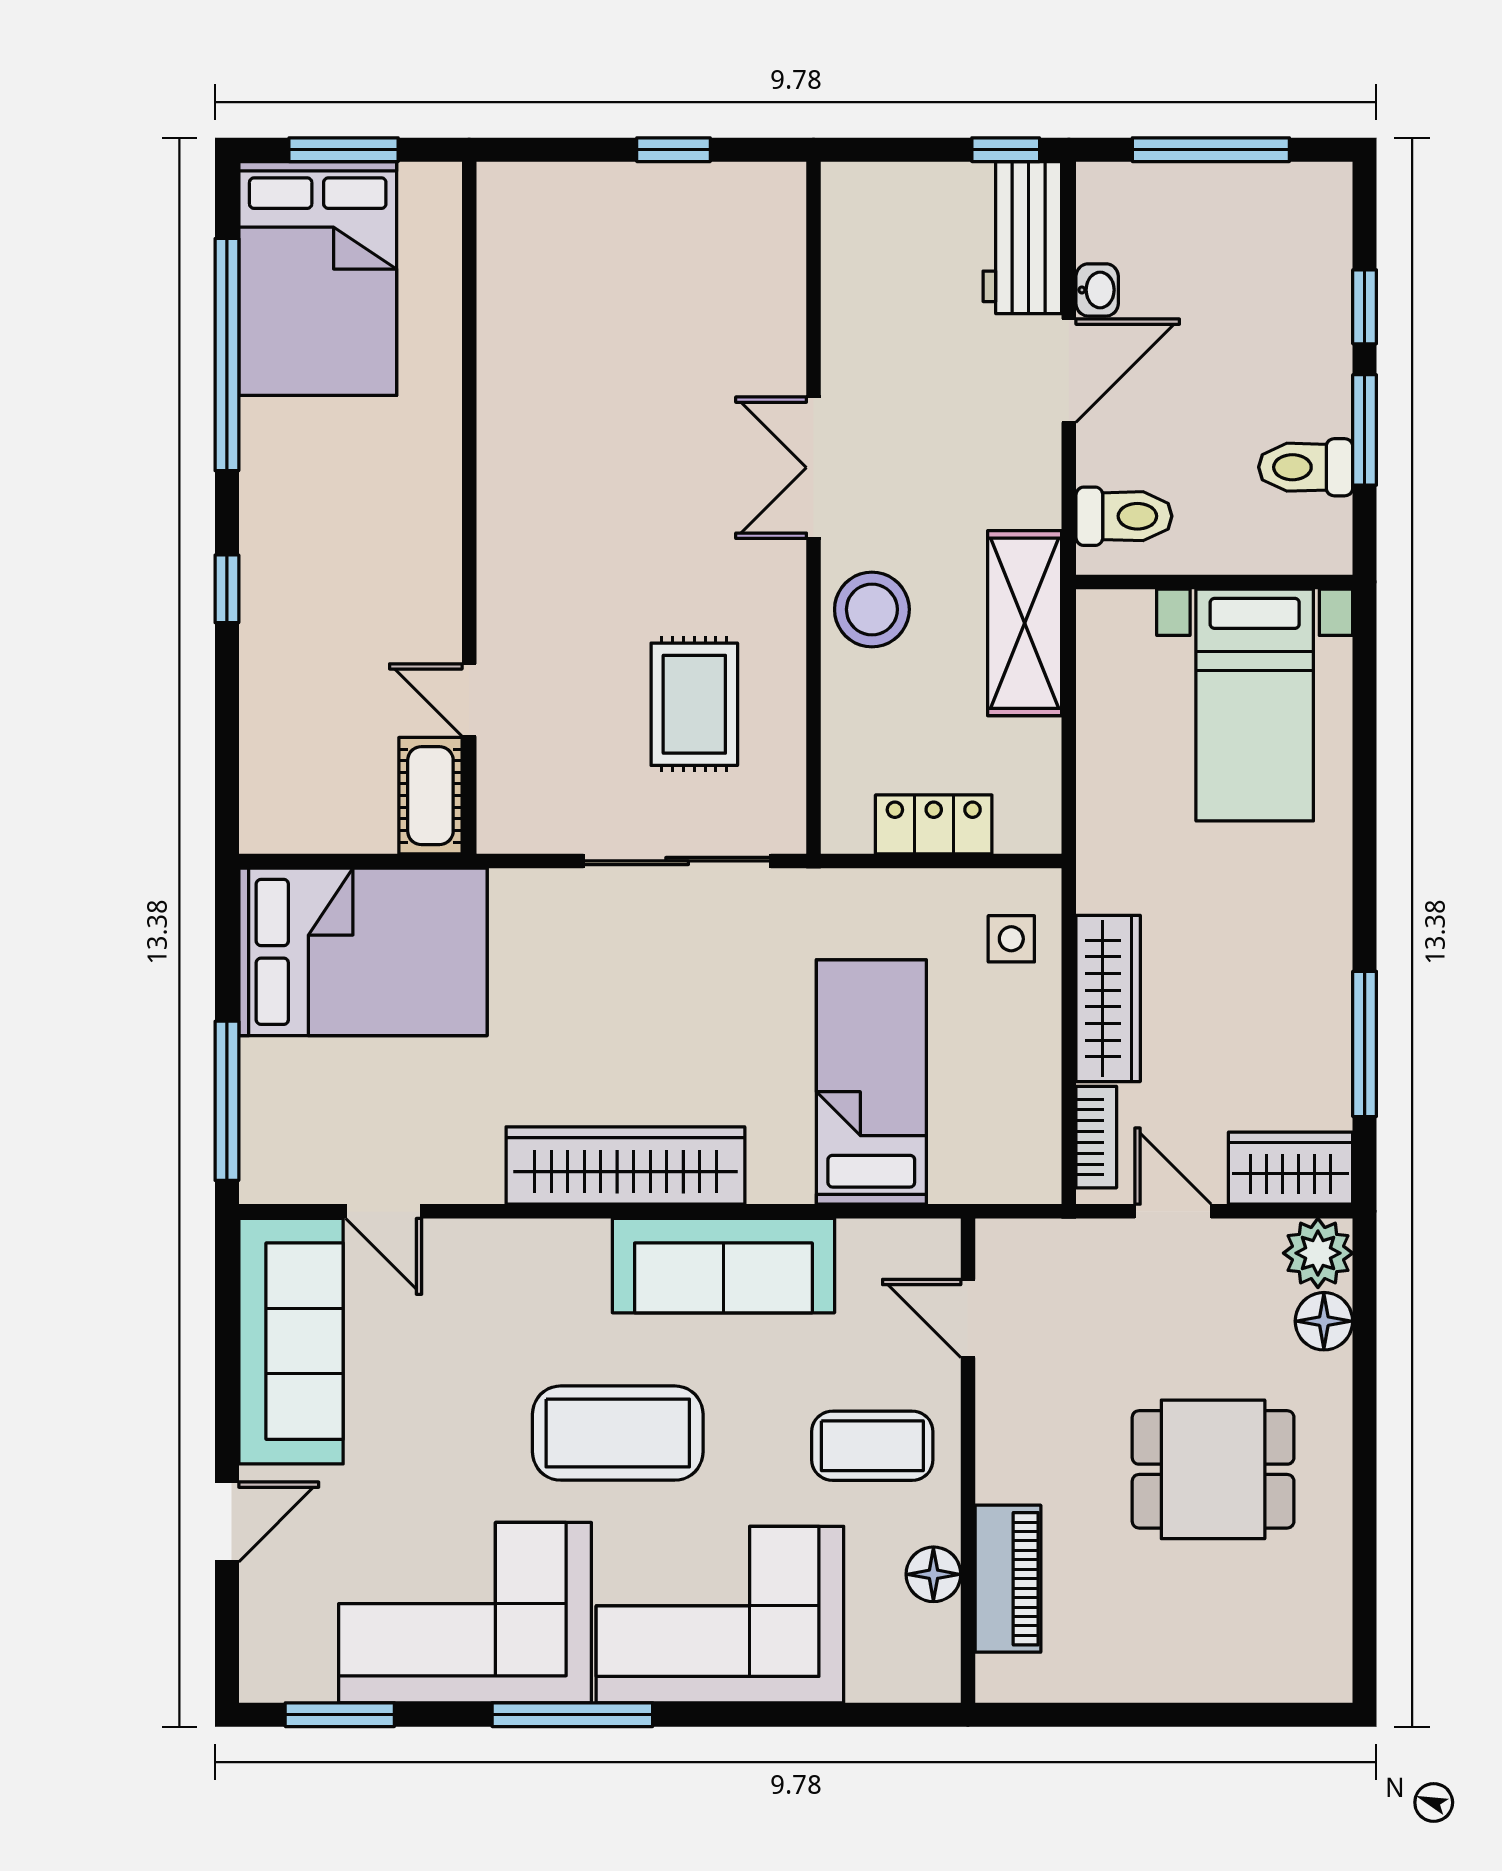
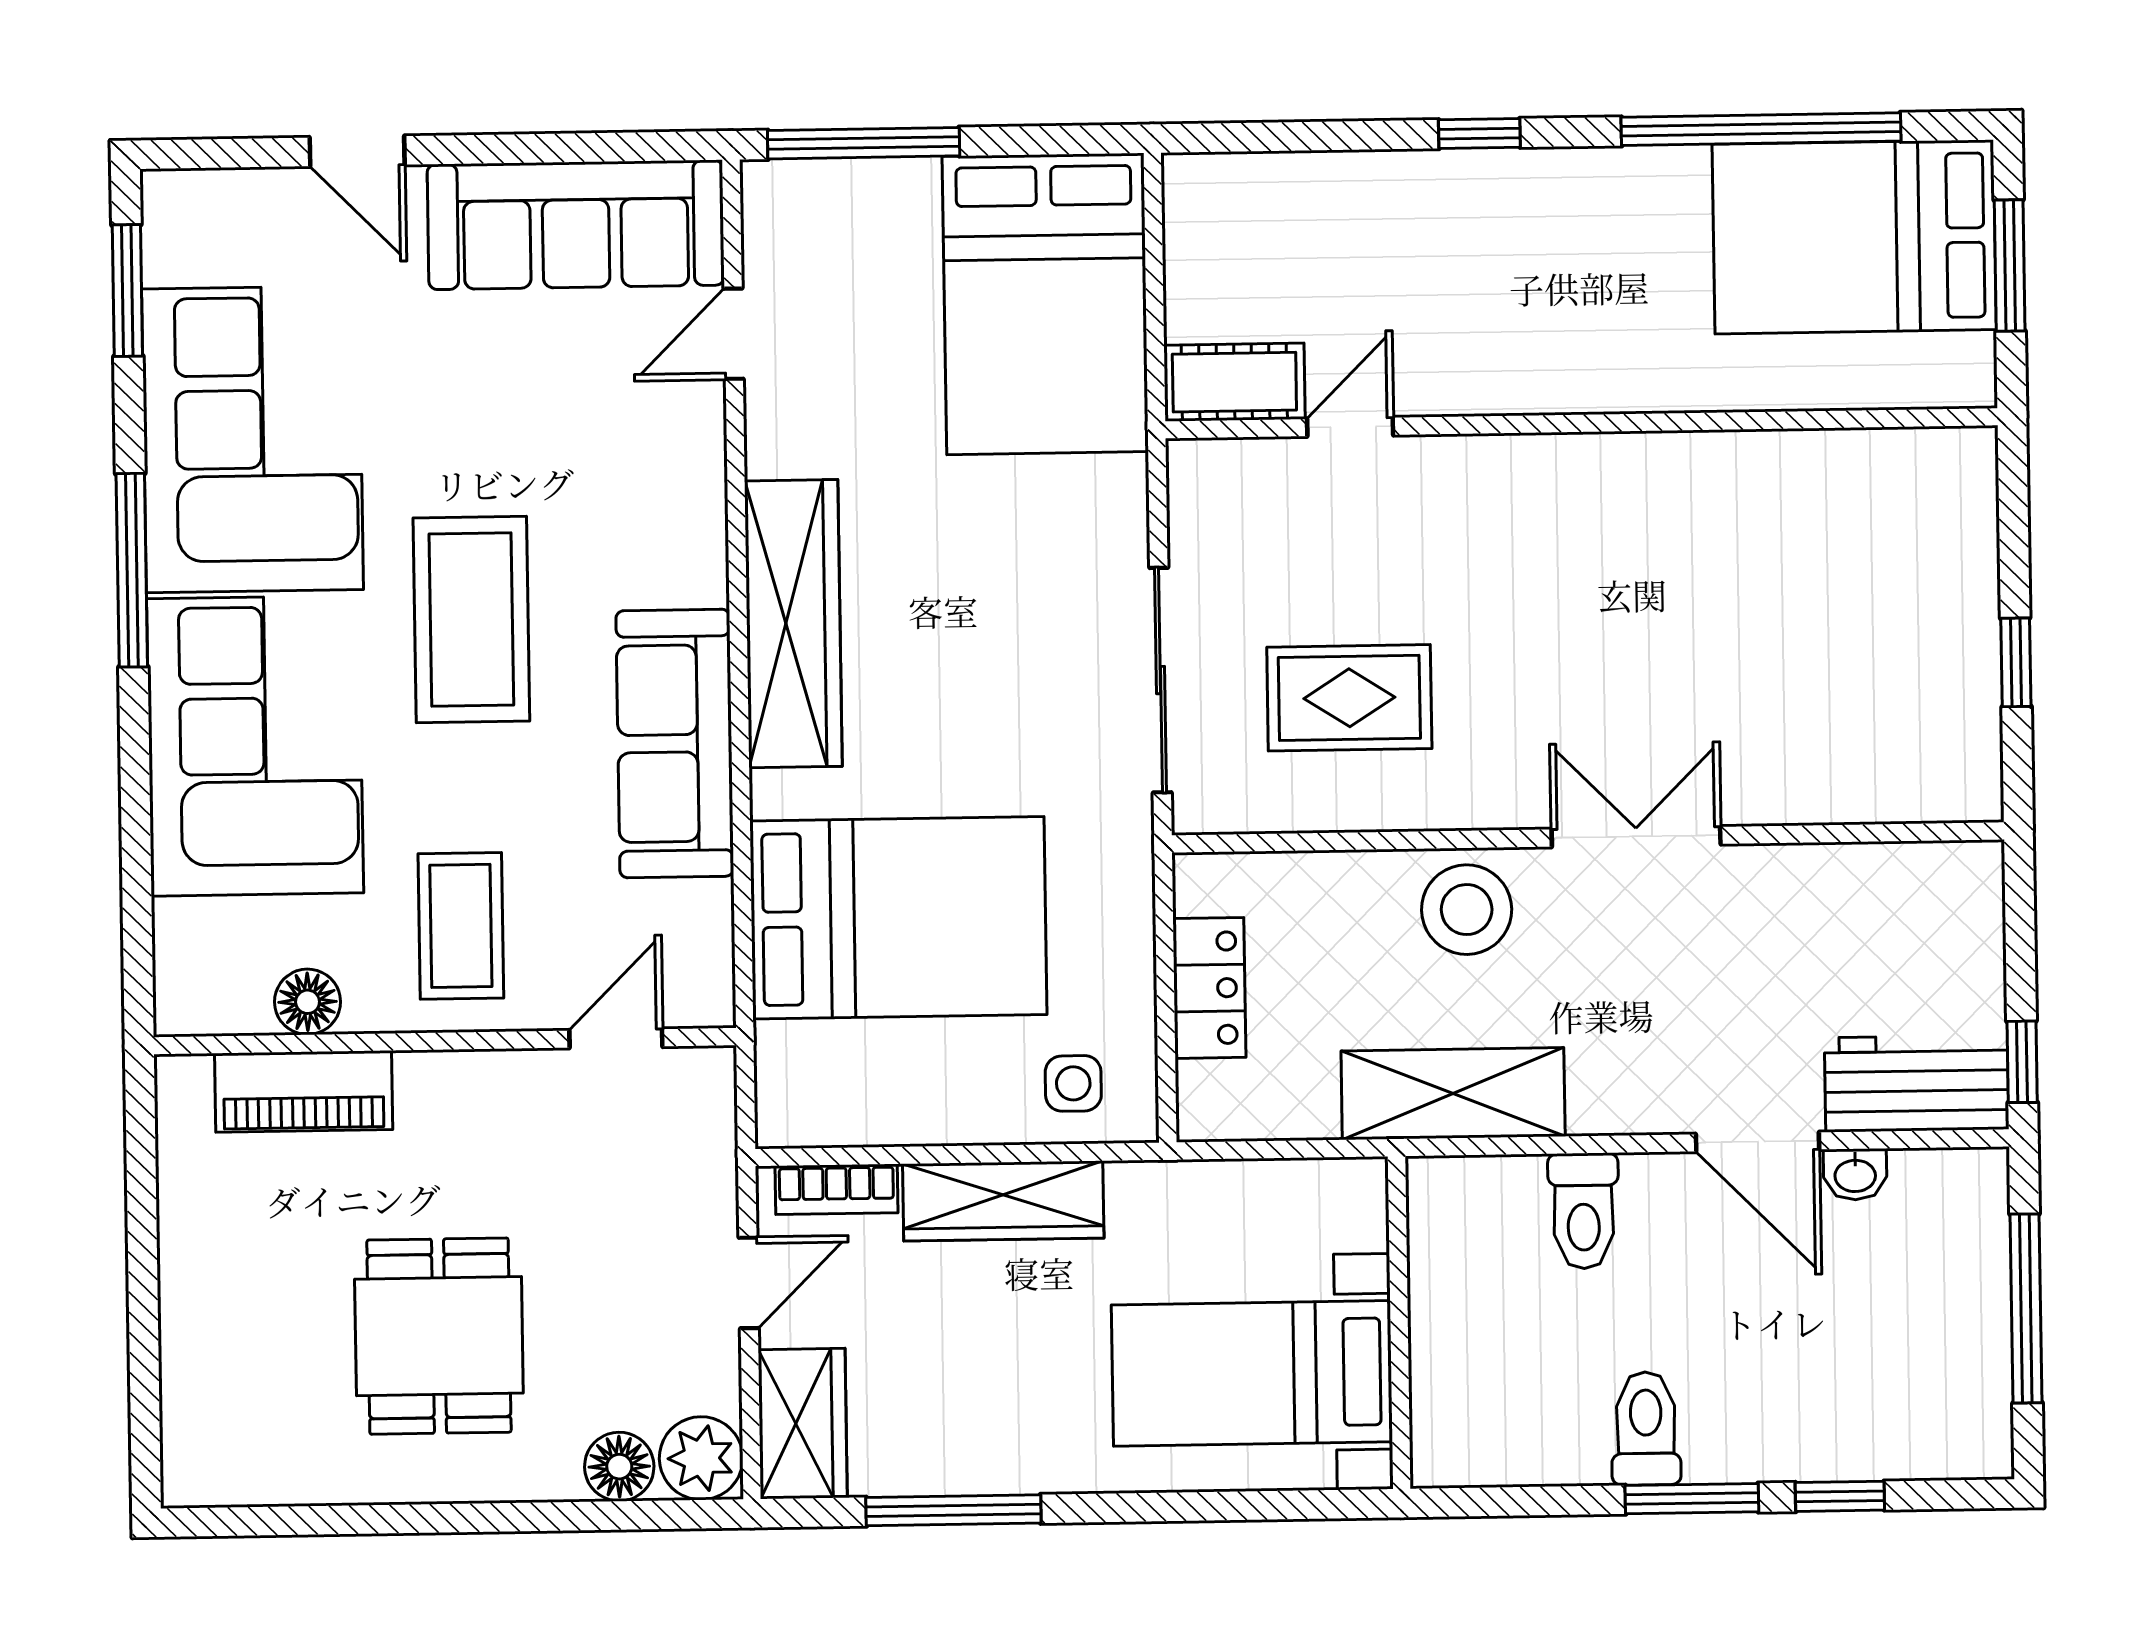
wall: (1214, 582) -> (1399, 1323), moved
bed with nightstands: (1255, 705) -> (1252, 1373), moved
bed: (871, 1082) -> (898, 918), width x1.50

